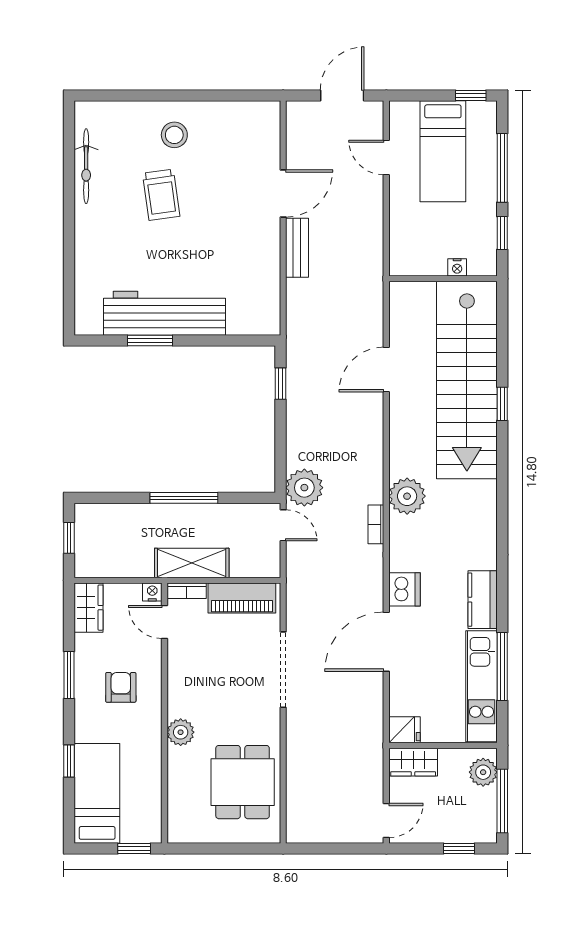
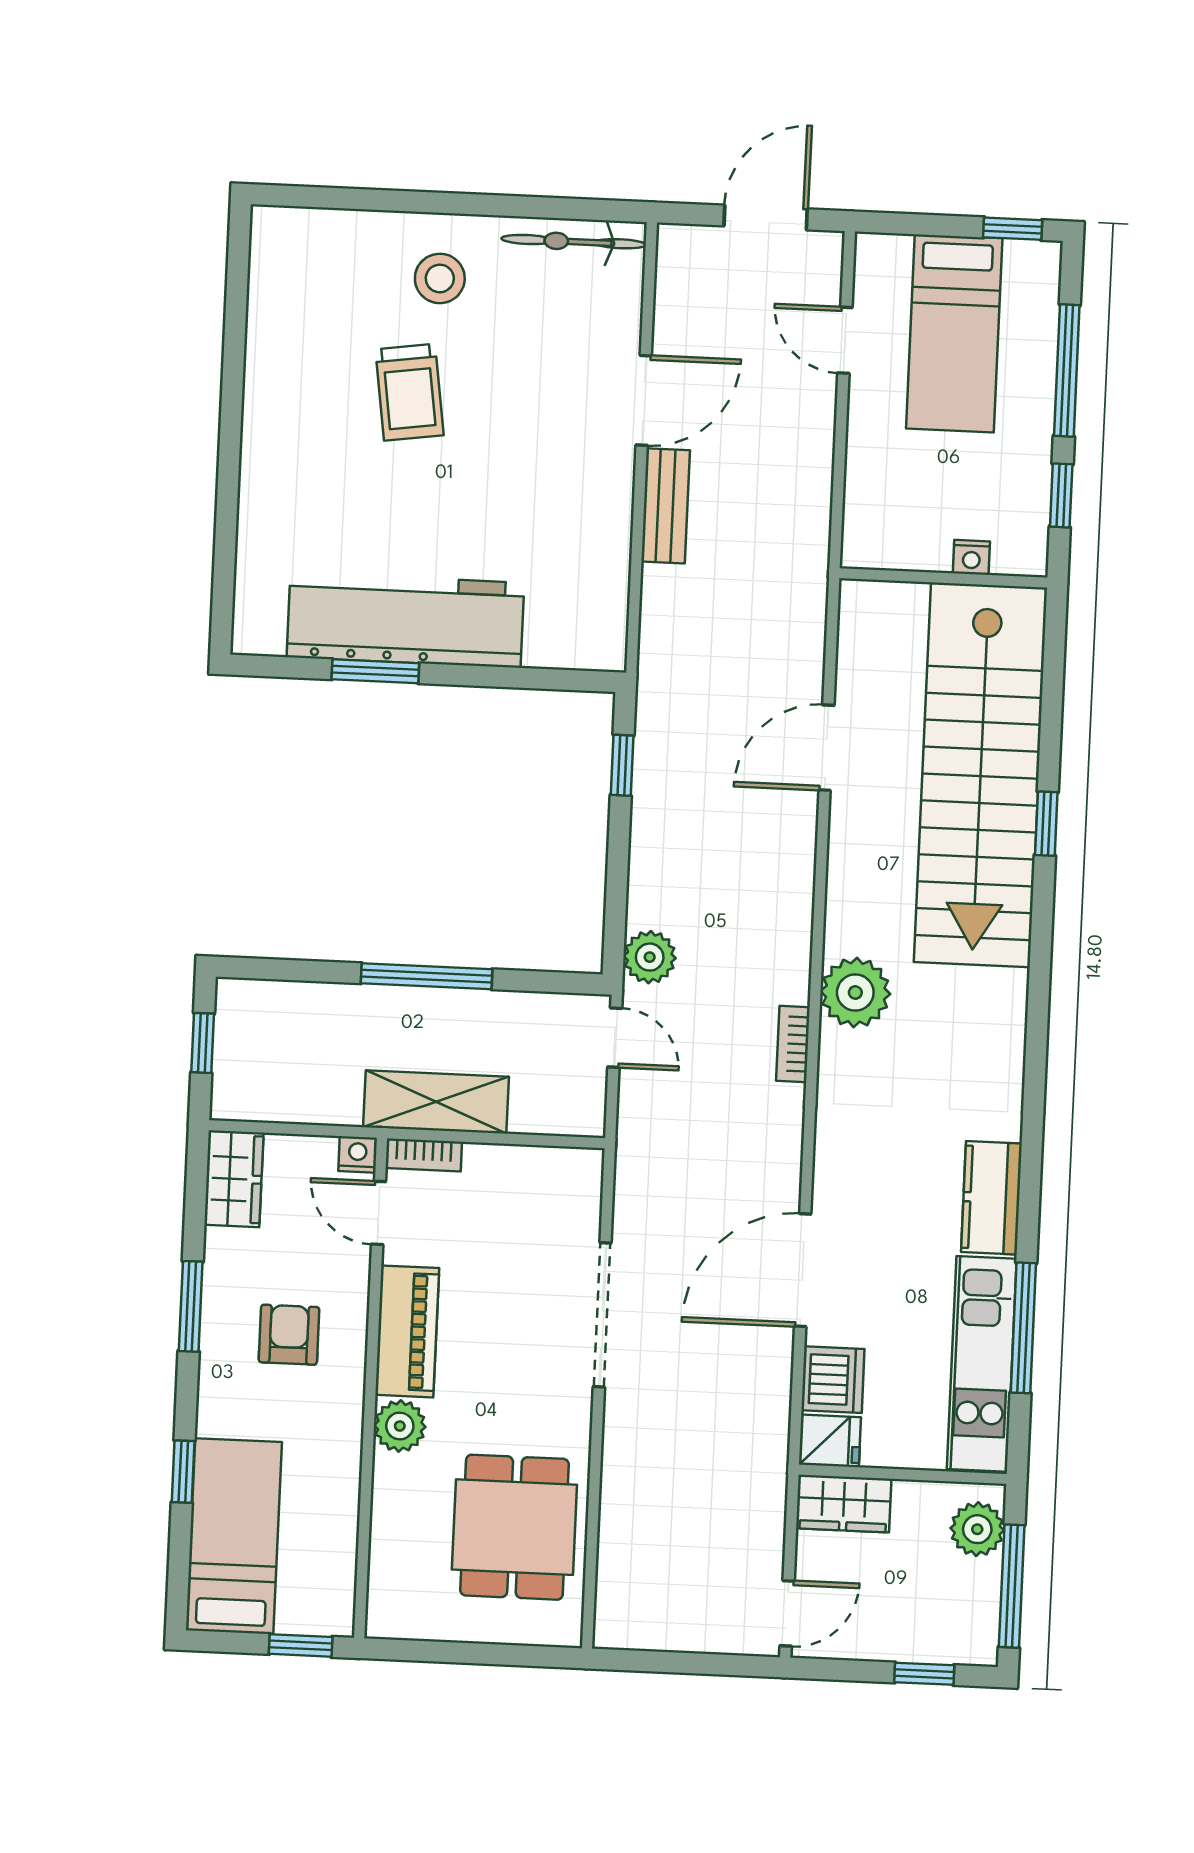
bicycle: (86, 166) -> (574, 242), moved, turned 90
plant: (304, 488) -> (650, 957), width x0.73, depth x0.73
dishwasher: (405, 589) -> (833, 1380), moved
piano: (242, 598) -> (407, 1331), moved, turned -90

